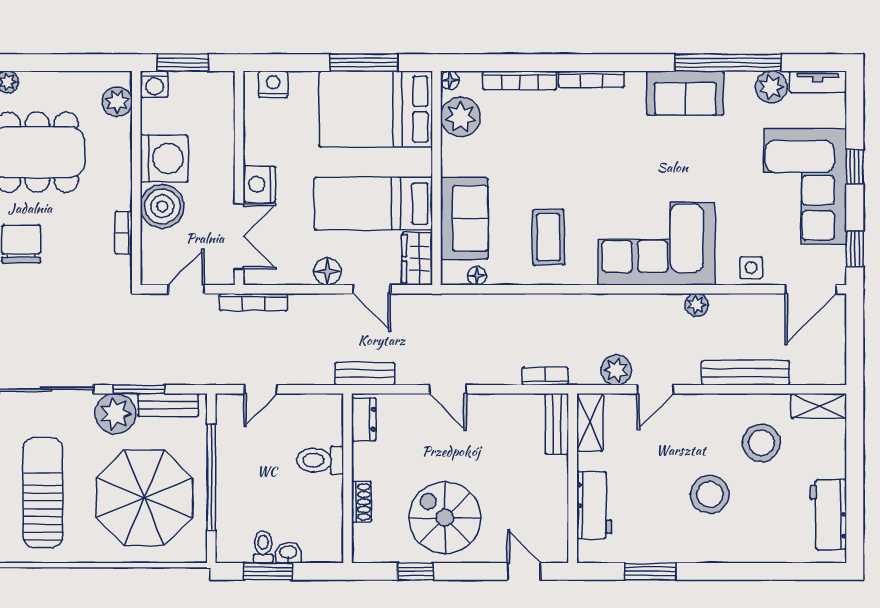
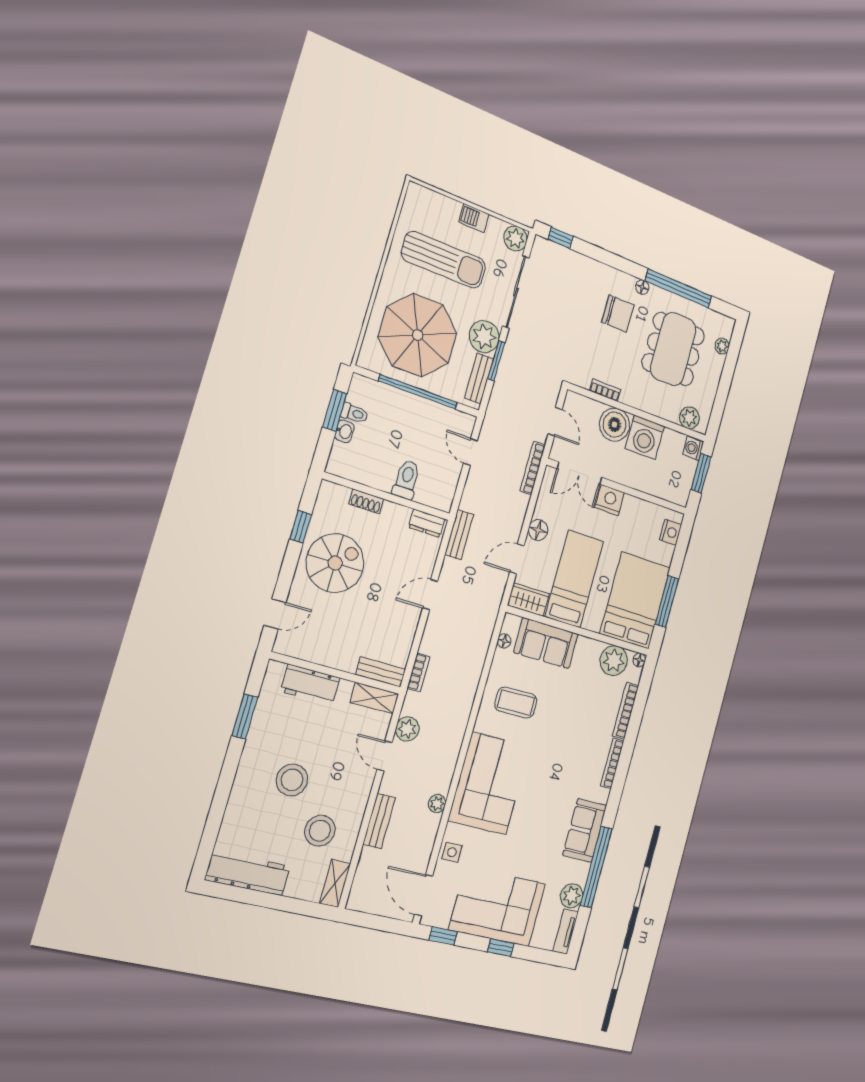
bench: (745, 373) -> (379, 821), width x0.73
workbench: (828, 515) -> (248, 873), width x1.38

